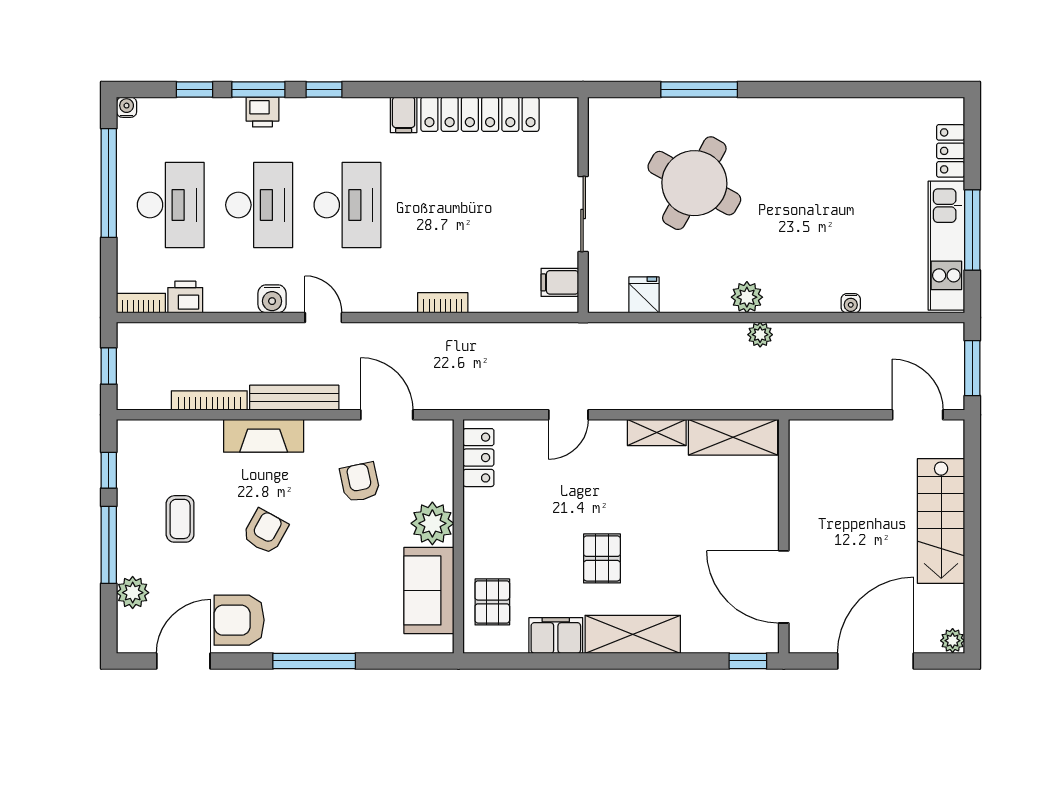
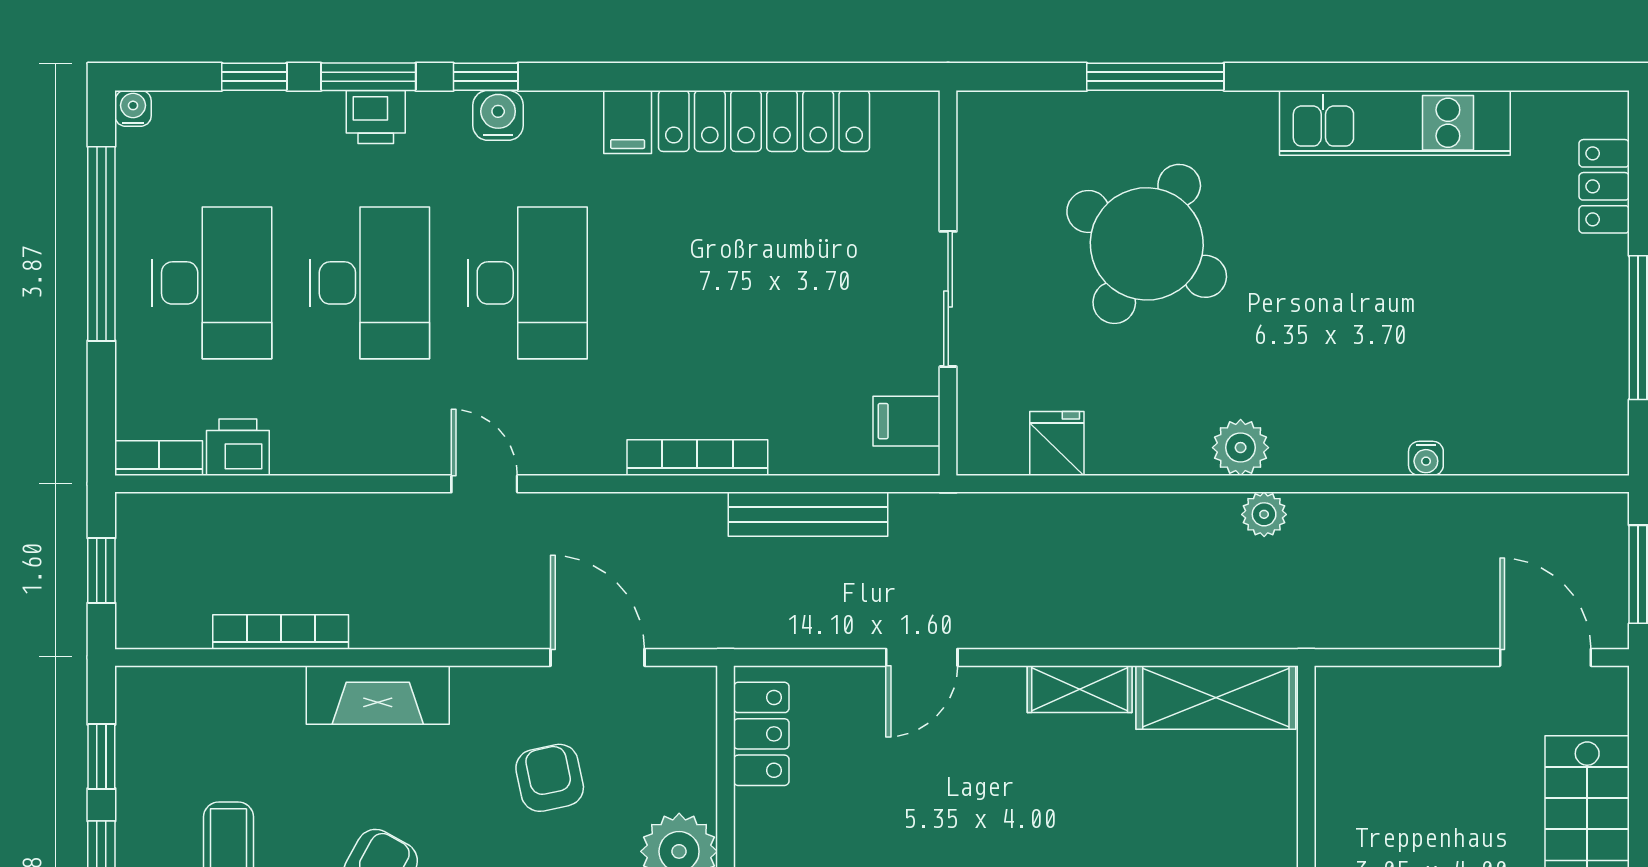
kitchen unit: (946, 246) -> (1395, 123), moved, turned -90
water cooler: (272, 299) -> (498, 115), moved, turned 180
bookcase: (443, 303) -> (697, 458), width x1.56
bench: (294, 398) -> (808, 514), moved

